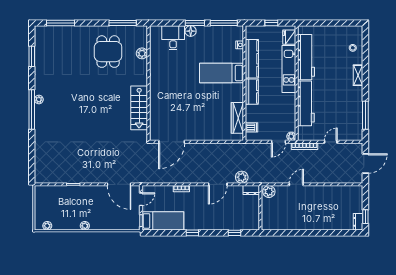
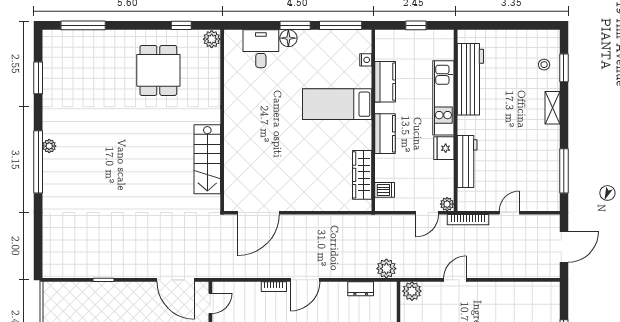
window: (123, 23) -> (181, 25), width x0.46
fridge: (289, 37) -> (444, 148), moved
window: (365, 50) -> (564, 68), added
plant: (142, 53) -> (212, 39), moved
kitchen counter: (252, 59) -> (385, 82), width x0.67
workbench: (306, 103) -> (467, 161), width x0.73, depth x0.76
plant: (242, 177) -> (386, 269), moved
door: (218, 184) -> (305, 280), moved
dresser: (251, 190) -> (361, 289), moved

